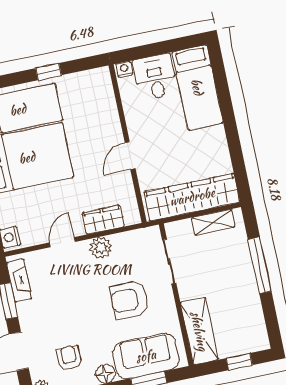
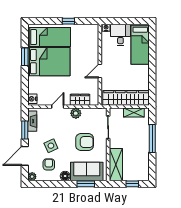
armchair: (130, 300) -> (85, 142), turned 180
side table: (66, 321) -> (51, 146), added

